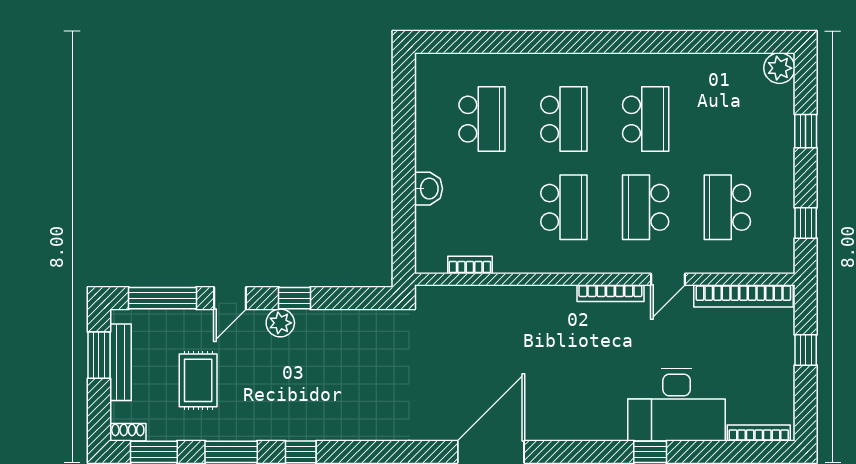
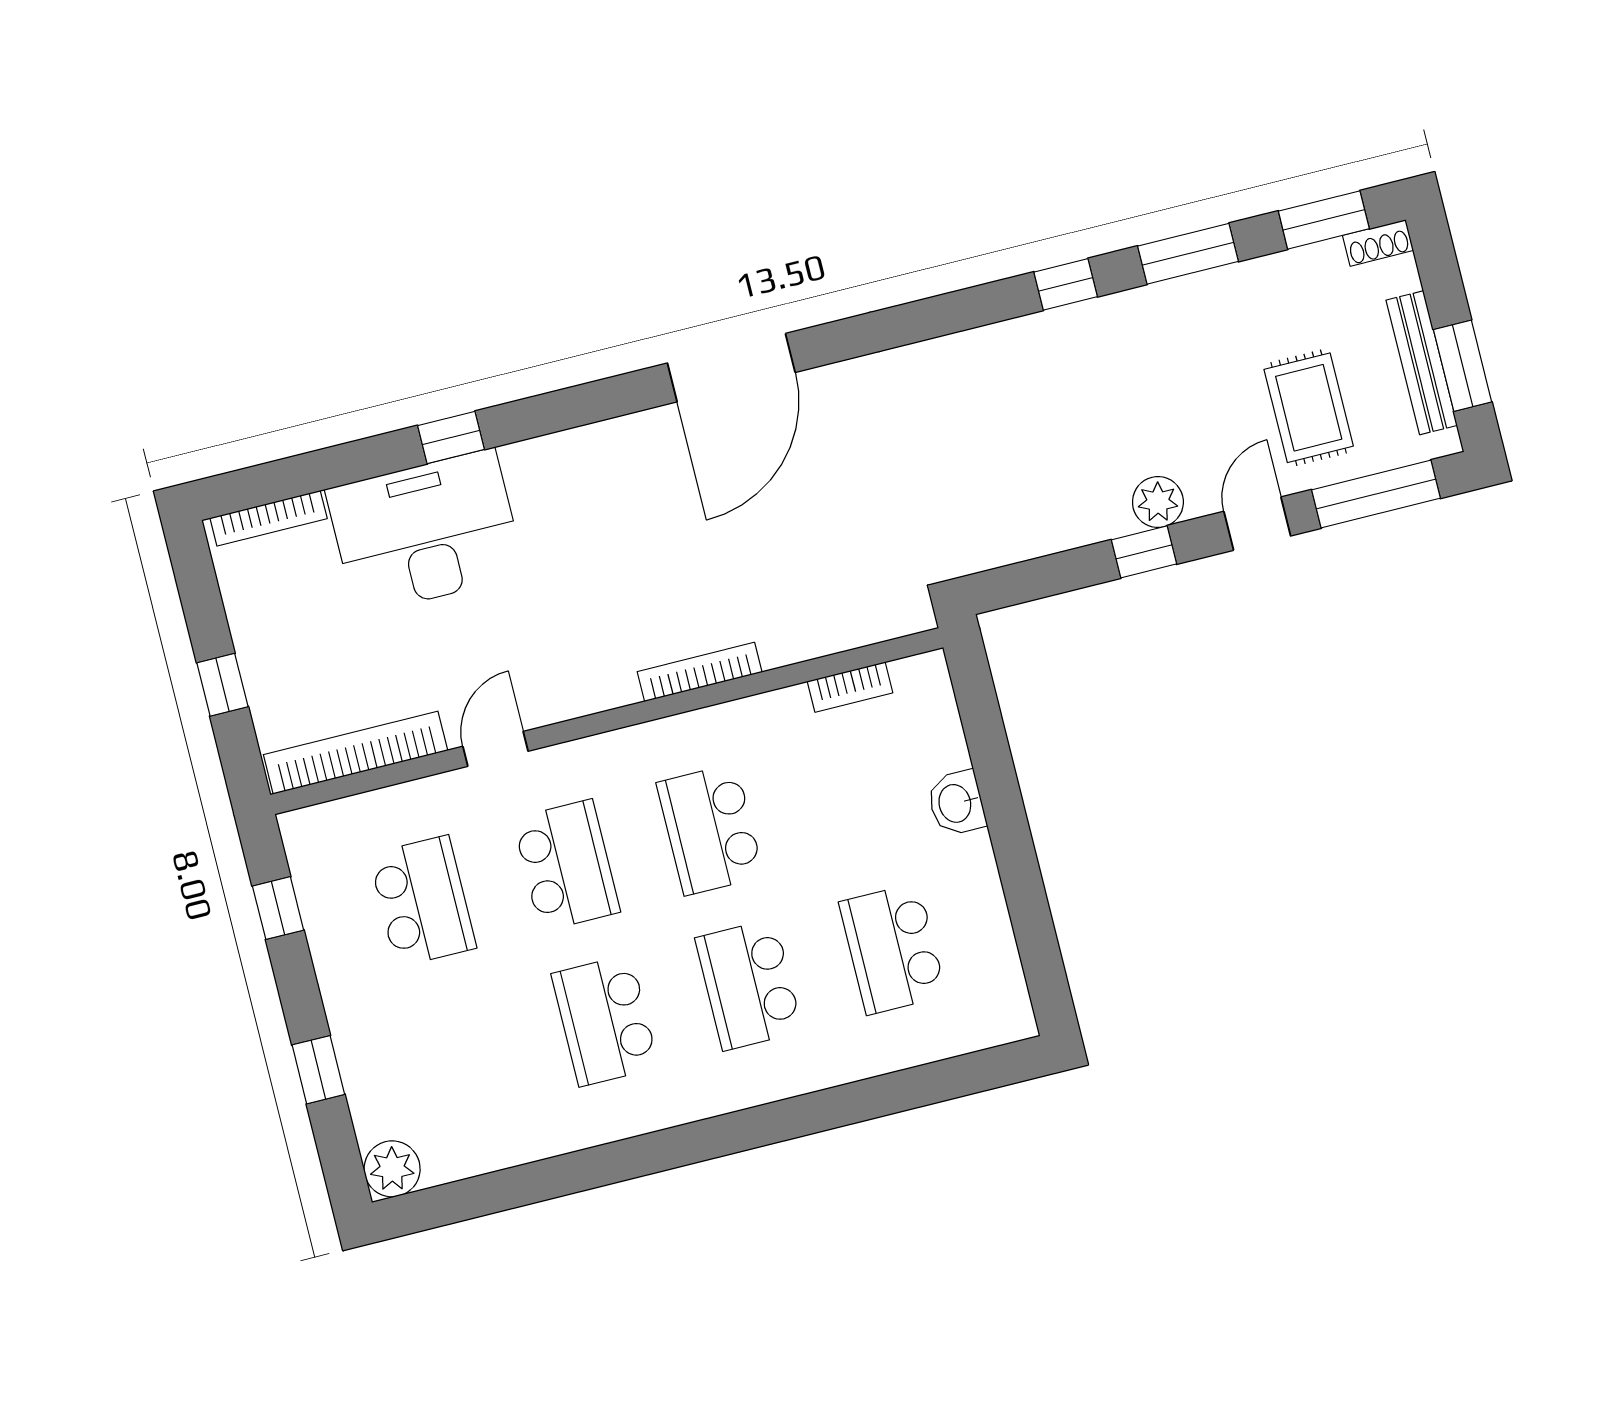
bookcase: (610, 293) -> (700, 672), moved
rug: (198, 380) -> (1309, 408), moved

